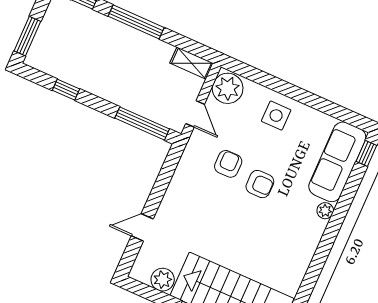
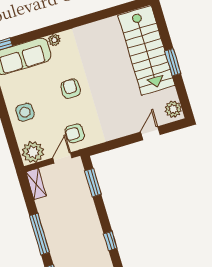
window: (142, 124) -> (93, 183), width x0.69
armchair: (228, 164) -> (75, 133), moved
door: (142, 227) -> (150, 133), swing flipped
plant: (163, 280) -> (173, 109), moved

